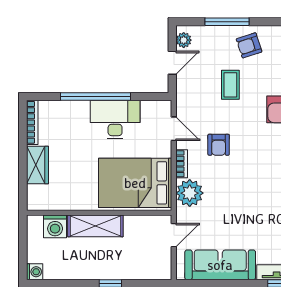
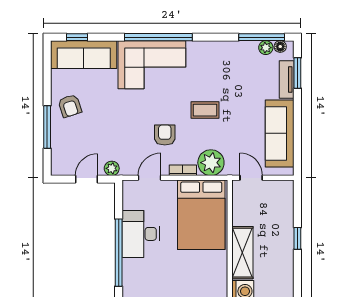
plant: (184, 40) -> (112, 168), moved
door: (172, 63) -> (86, 179), hinge flipped
coffee table: (230, 85) -> (205, 110), moved
armchair: (219, 145) -> (165, 135), turned -90

